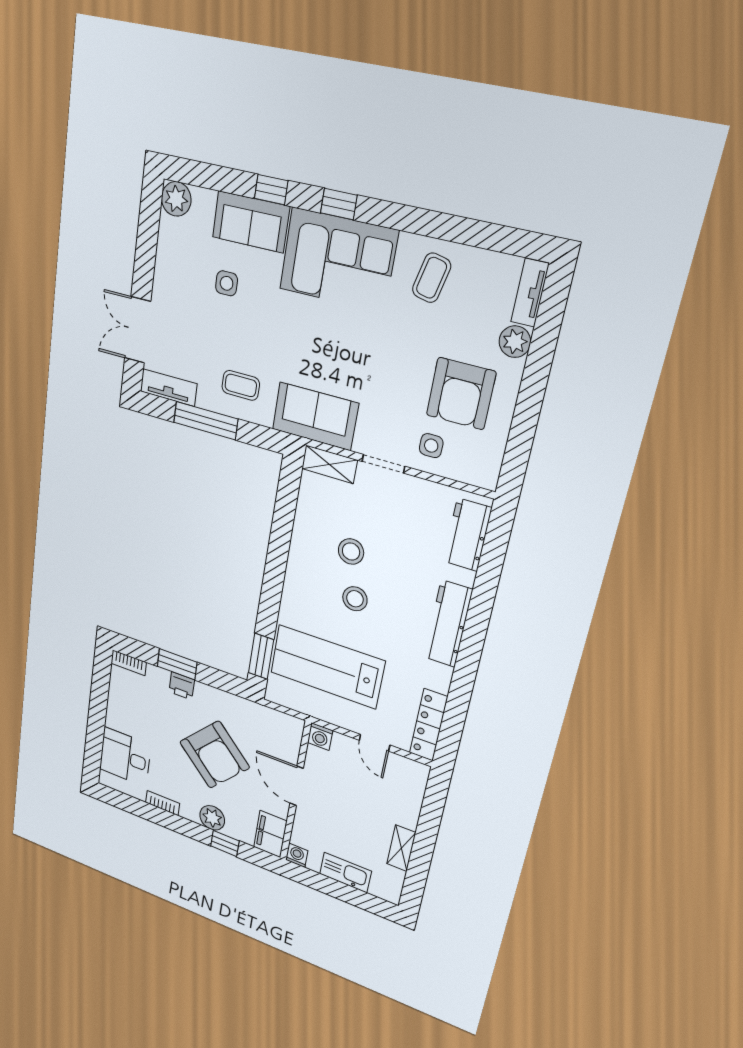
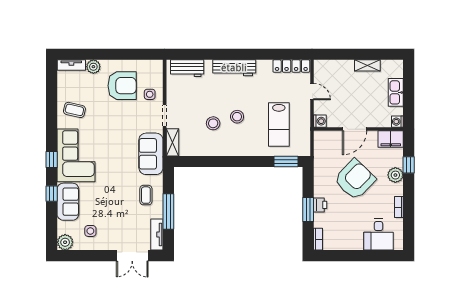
side table: (227, 283) -> (90, 231), moved
lab bench: (327, 667) -> (279, 124), width x0.73, depth x0.72
door: (374, 743) -> (312, 92), hinge flipped

